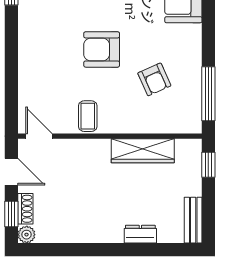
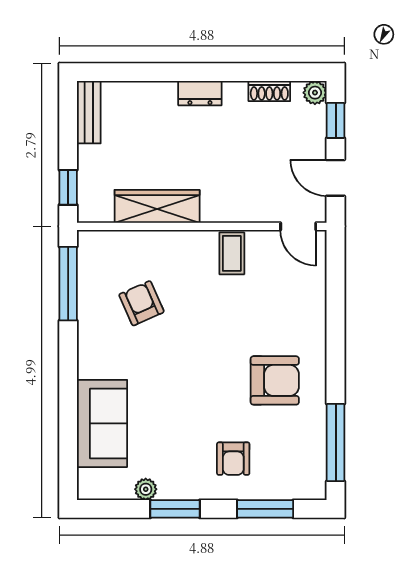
armchair: (102, 49) -> (275, 380), moved
shoe rack: (25, 209) -> (269, 91), moved, turned -90
dresser: (140, 234) -> (200, 93), moved

